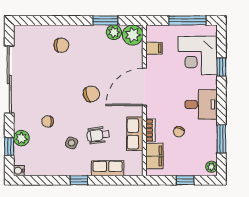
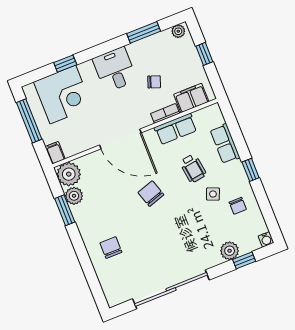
filing cabinet: (154, 48) -> (55, 153), moved
chair: (48, 121) -> (238, 206), moved

